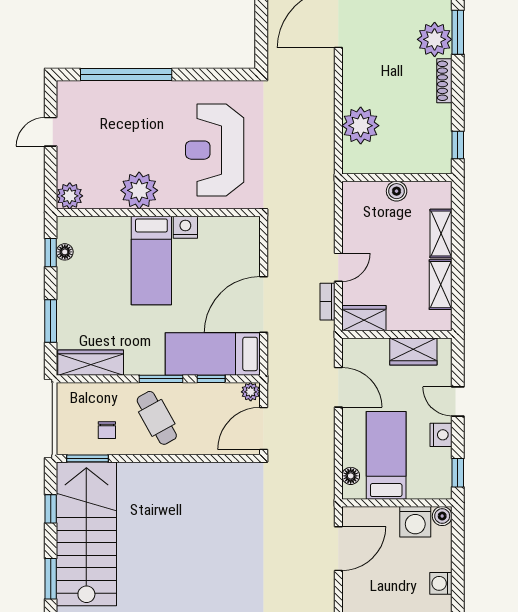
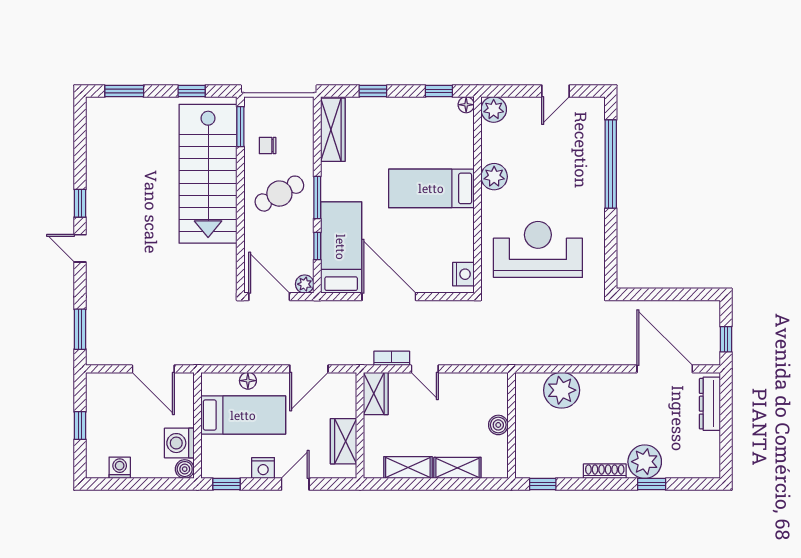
window: (458, 32) -> (652, 484), width x0.67
door: (51, 132) -> (556, 91), swing flipped
plant: (139, 190) -> (494, 177), width x0.73, depth x0.73
nightstand: (185, 227) -> (463, 274), moved
floor lamp: (65, 252) -> (466, 105), moved
window: (51, 321) -> (373, 91), width x0.67
floor lamp: (351, 476) -> (248, 381), moved
stairs: (86, 534) -> (208, 174), moved, turned 90

